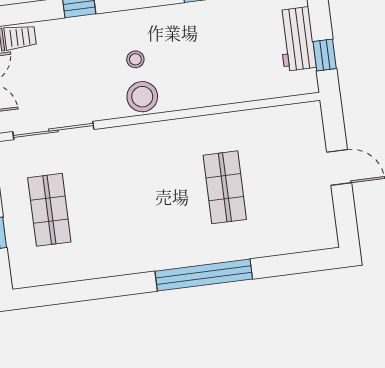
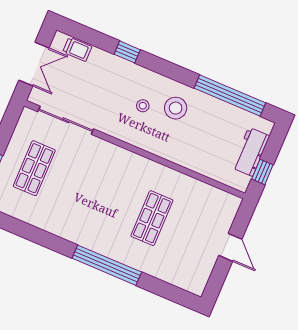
stool: (142, 97) -> (176, 108), moved

